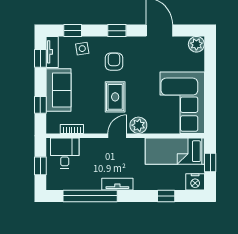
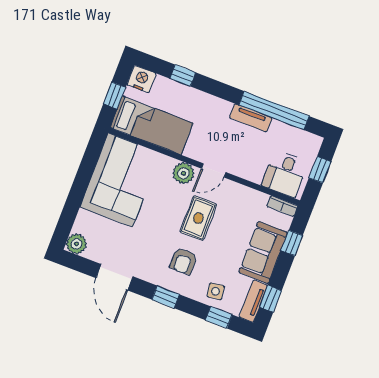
bookcase: (72, 129) -> (282, 206), moved
tv unit: (117, 184) -> (251, 118), moved

